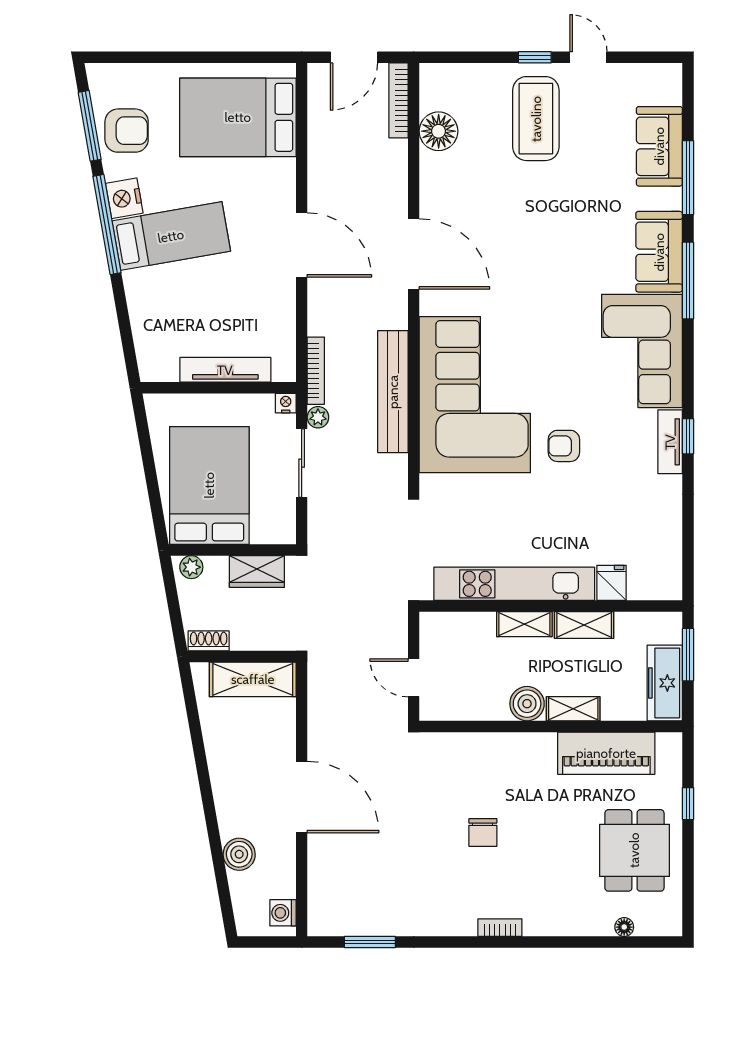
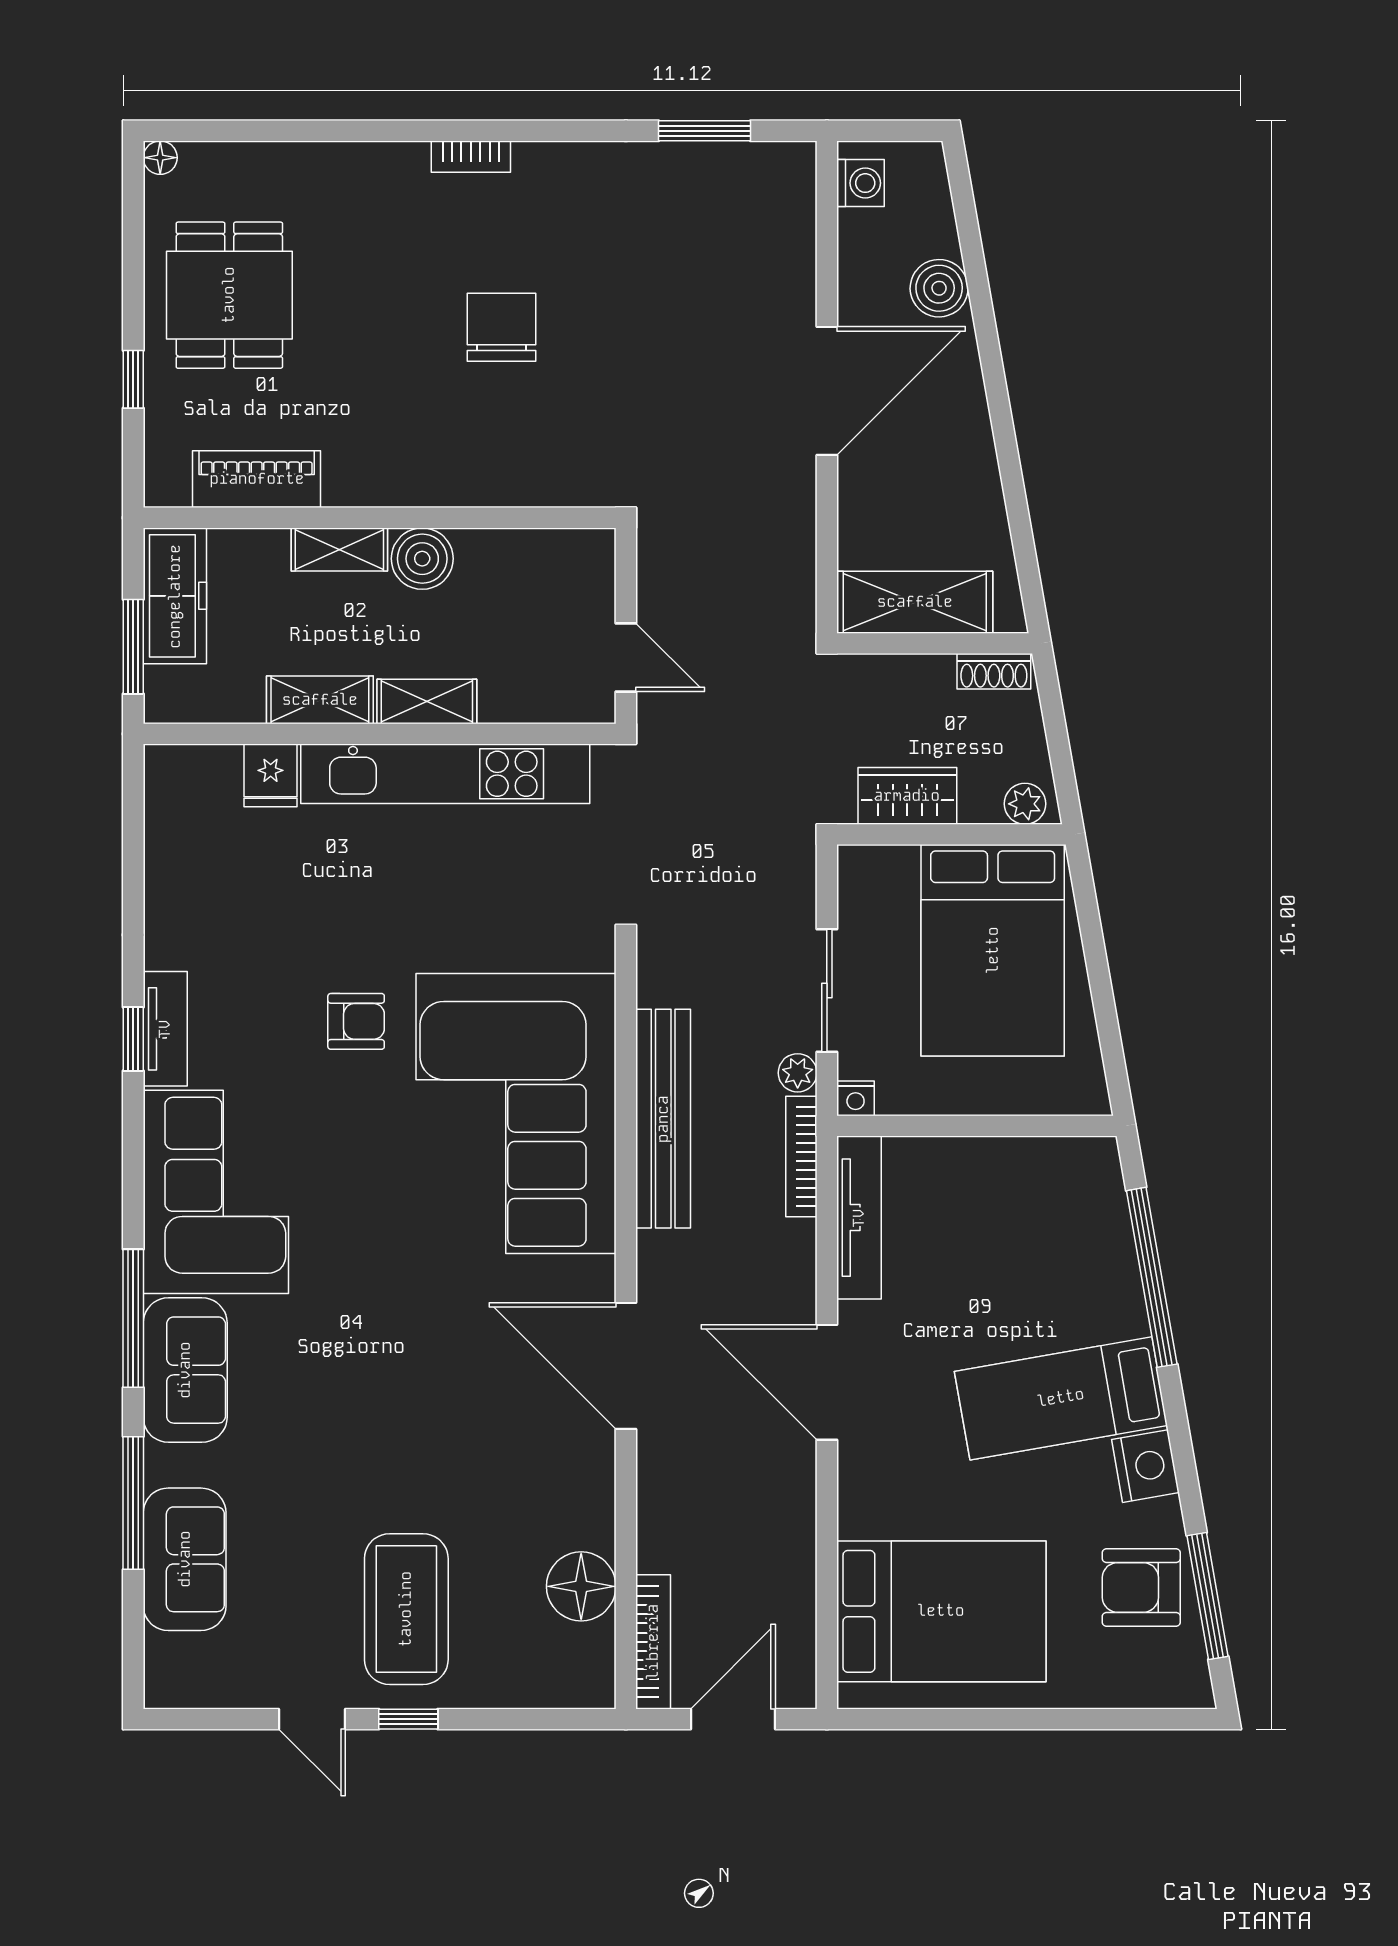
window: (107, 224) -> (1152, 1277), moved
tv unit: (225, 370) -> (859, 1218), moved, turned -90
door: (414, 678) -> (626, 658), moved
piano: (606, 753) -> (257, 479), width x0.73, depth x0.75
door: (302, 797) -> (827, 391), swing flipped
chair: (483, 833) -> (502, 327), width x1.37, depth x1.37
floor lamp: (624, 927) -> (160, 158), moved

